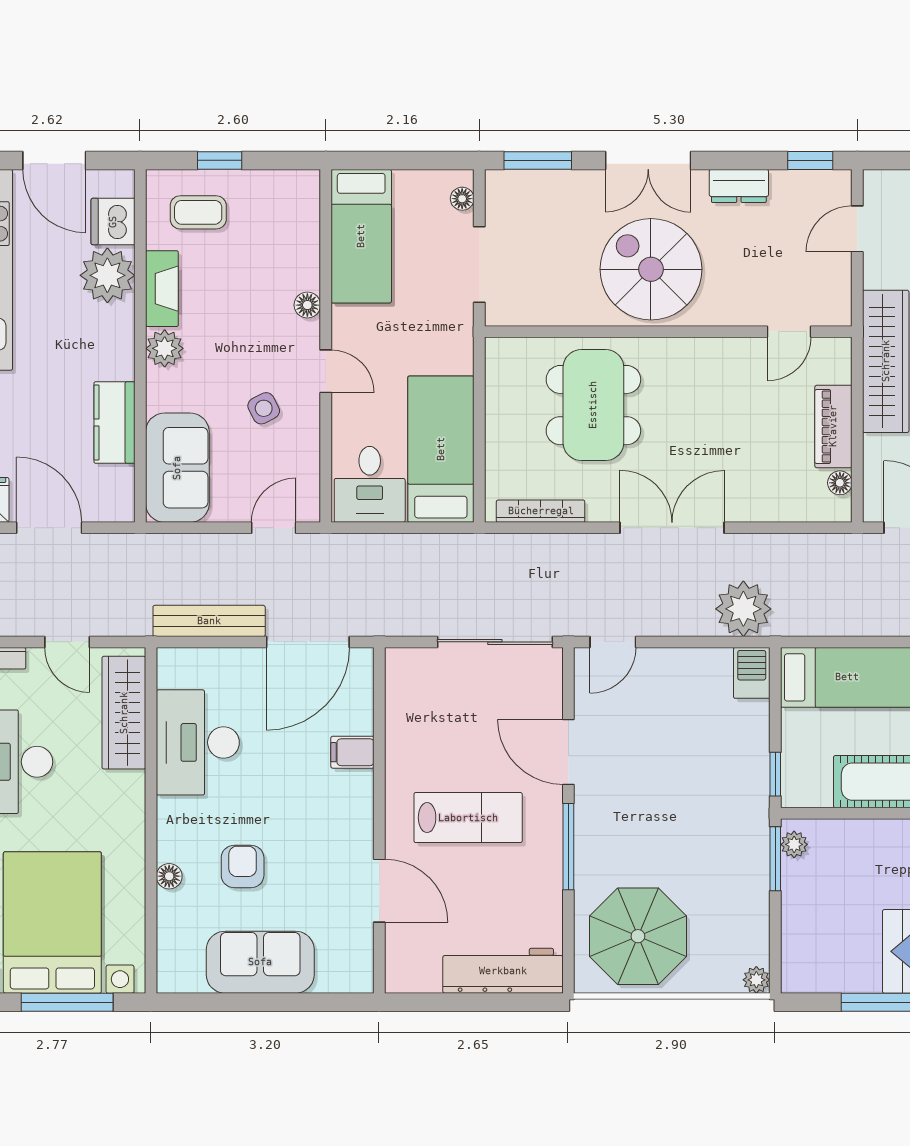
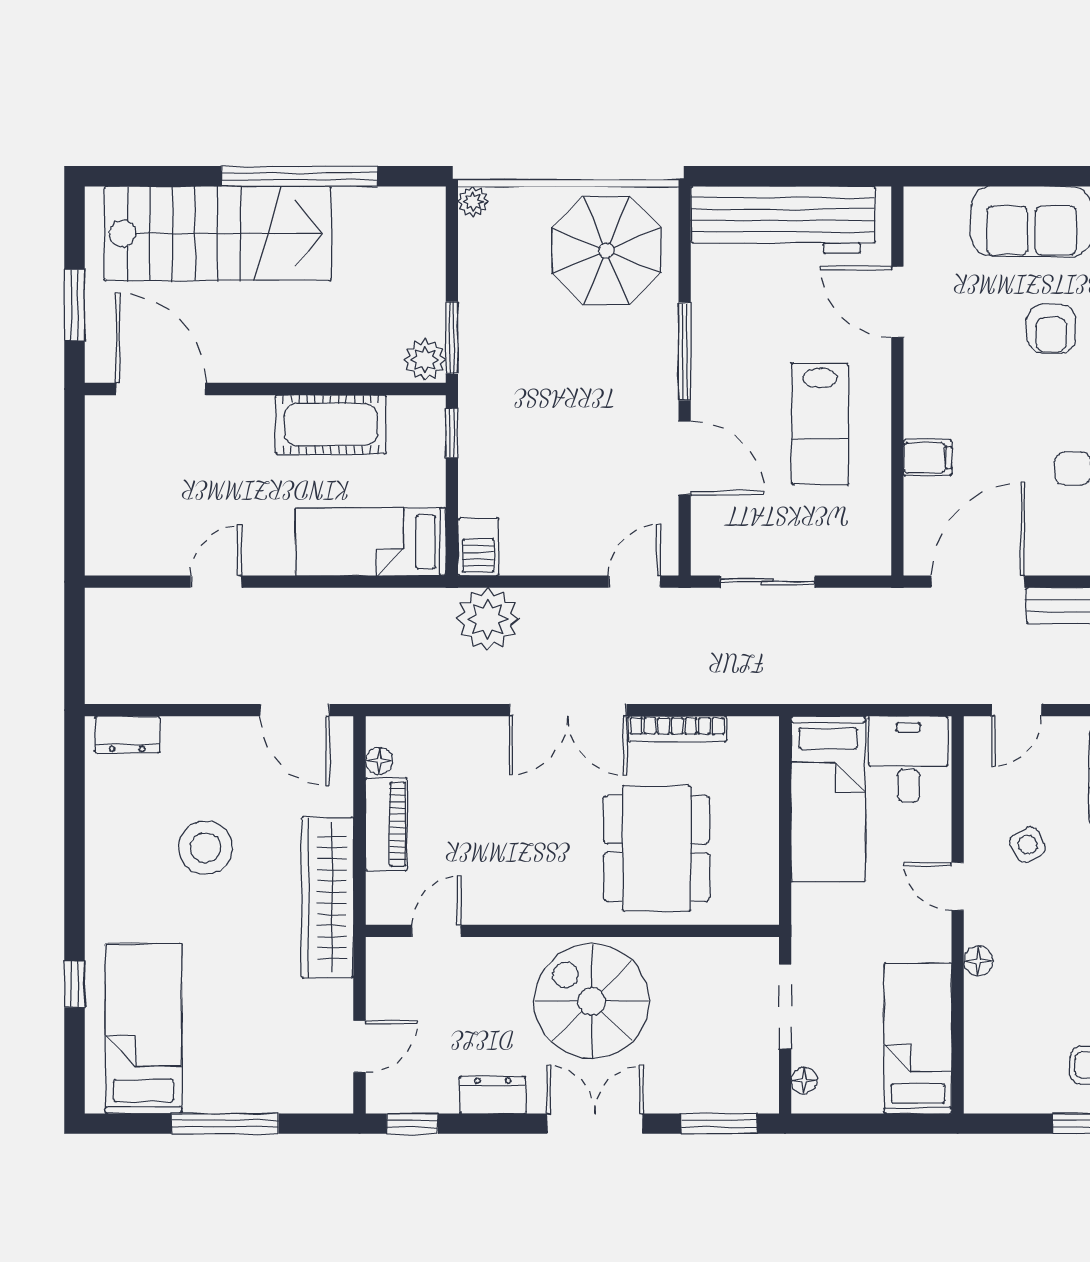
spiral stairs: (651, 269) -> (592, 1001), turned 180
bookcase: (541, 511) -> (677, 729), moved
sliding door: (495, 642) -> (767, 582), width x0.73
lab bench: (468, 818) -> (820, 424), moved, turned -90
plant: (794, 844) -> (425, 360), width x1.38, depth x1.38
workbench: (503, 971) -> (783, 220), width x1.36, depth x1.32

